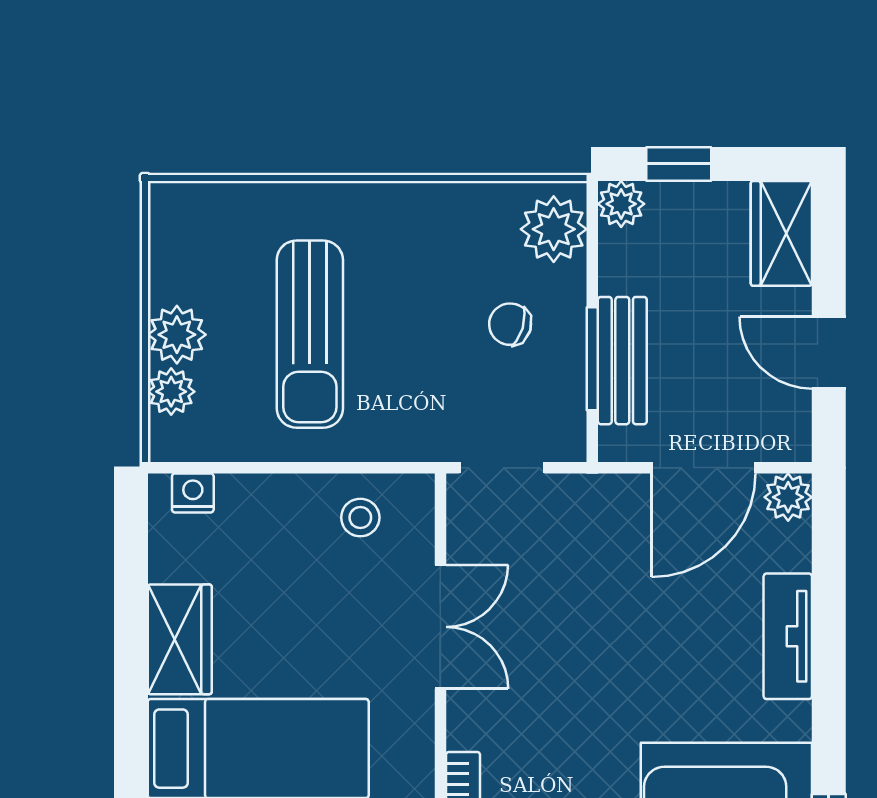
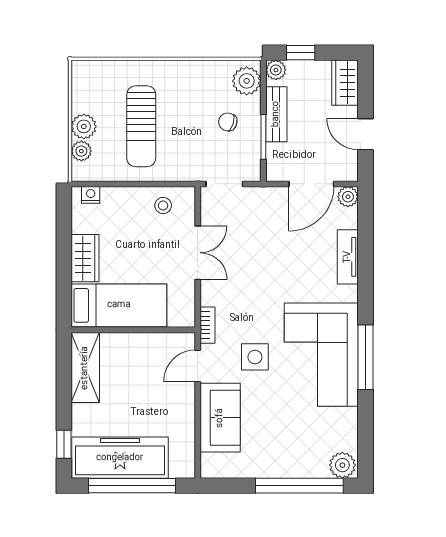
bench: (622, 361) -> (276, 114), moved

